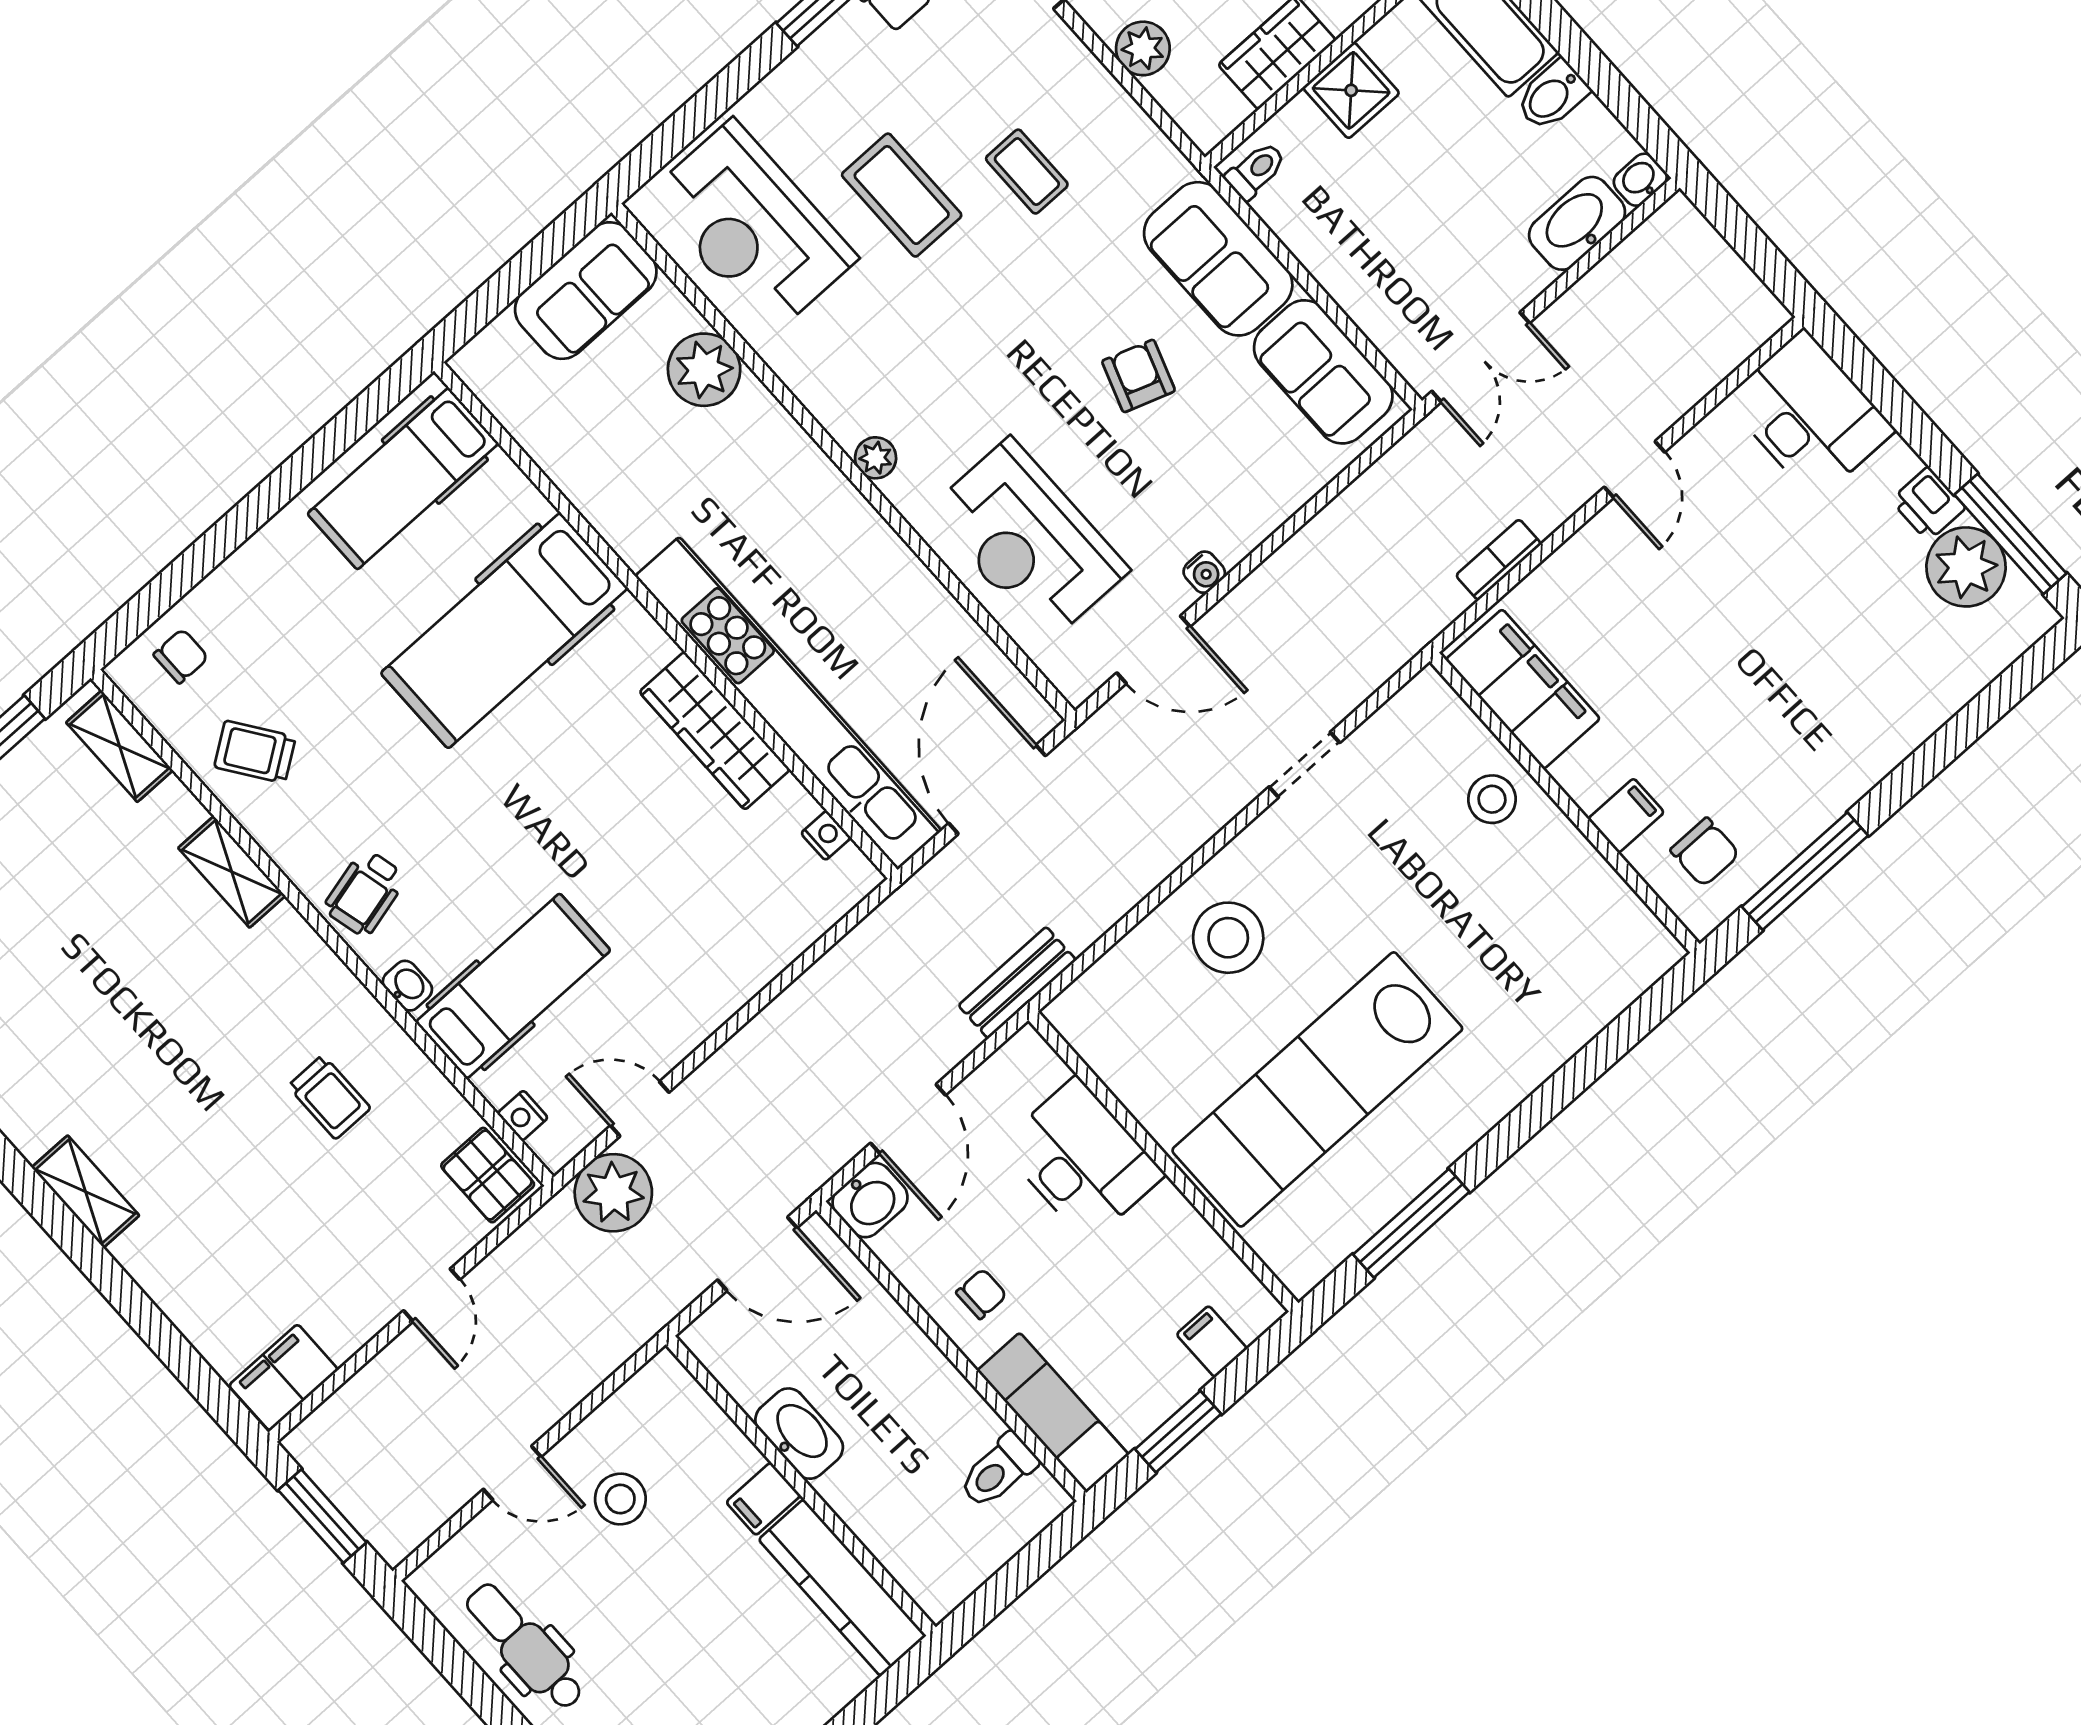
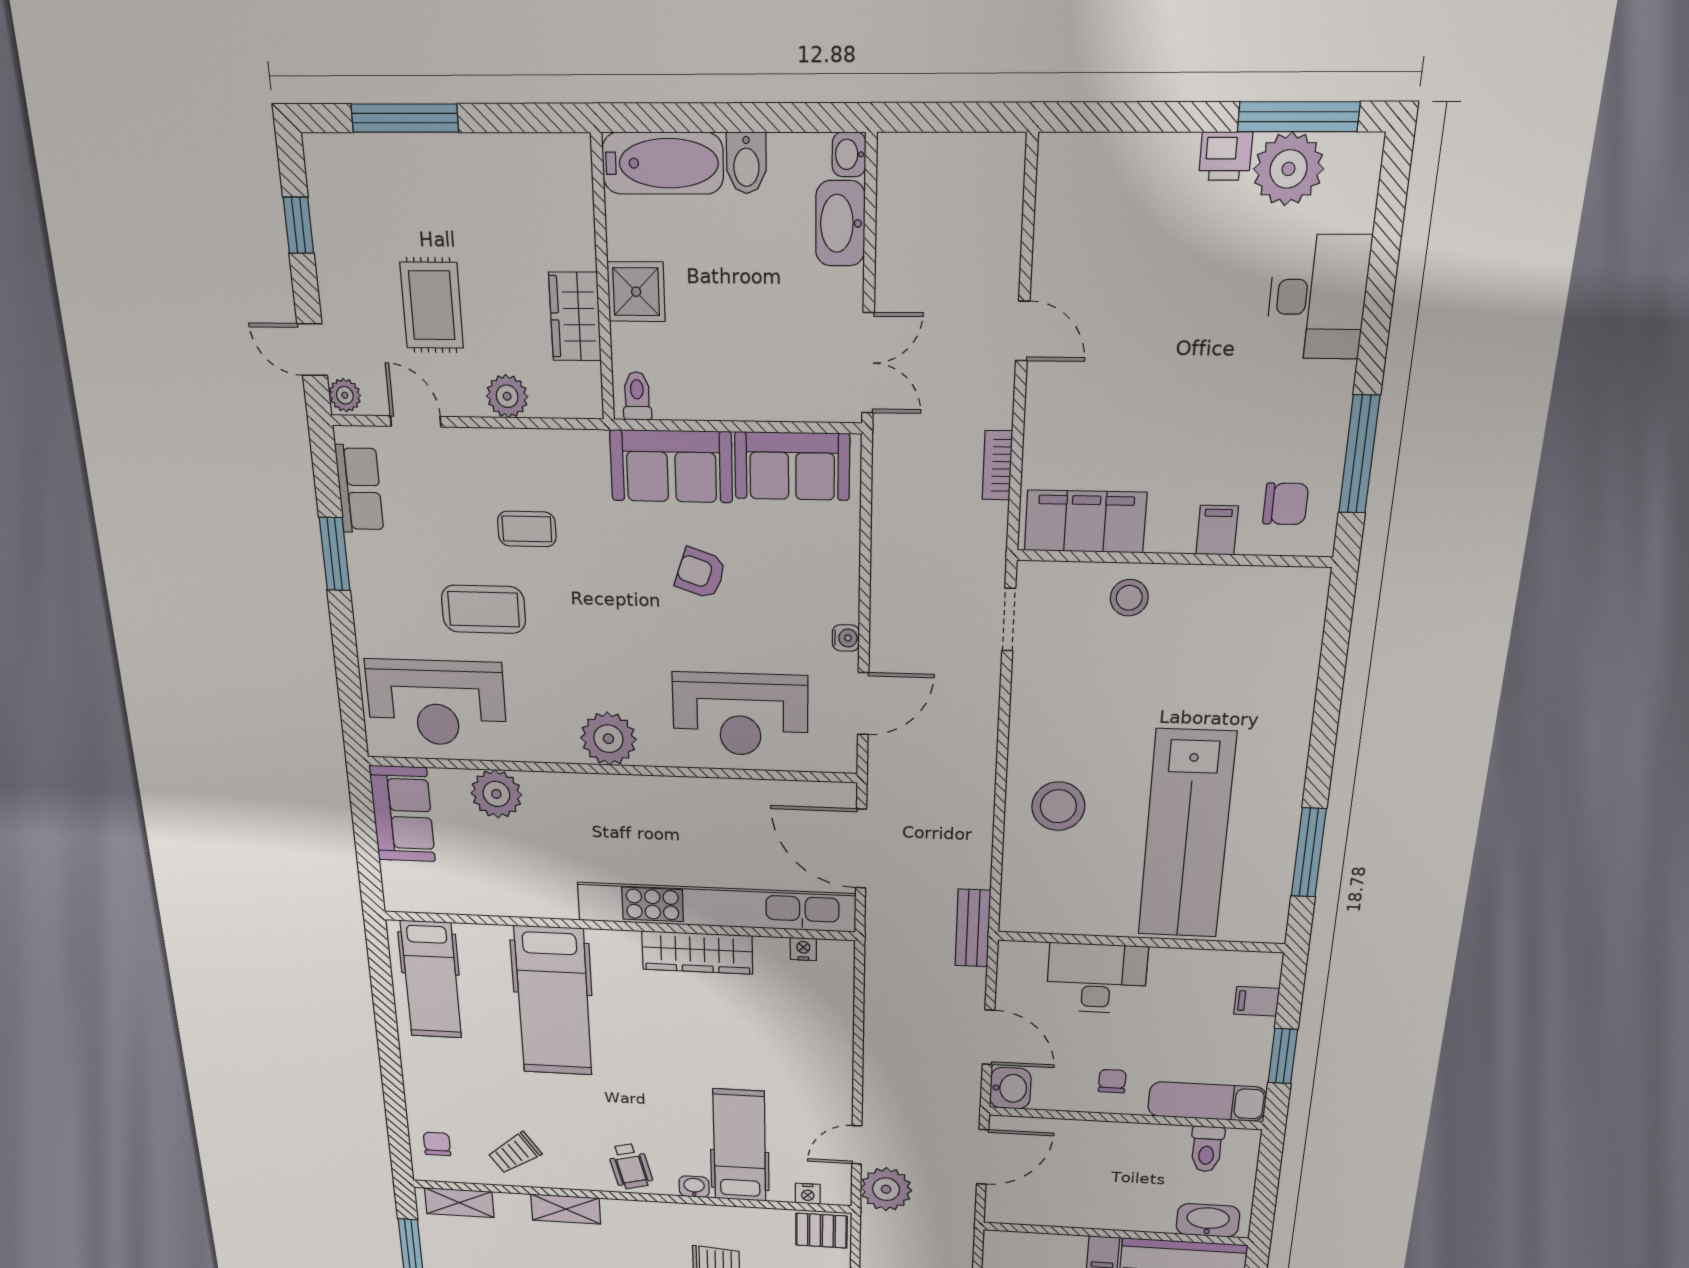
desk: (1810, 415) -> (1318, 297), moved, turned 90
plant: (876, 458) -> (608, 739), width x1.88, depth x1.88
doorway: (1304, 765) -> (1009, 620), moved
washbasin: (799, 1434) -> (1208, 1220), moved

